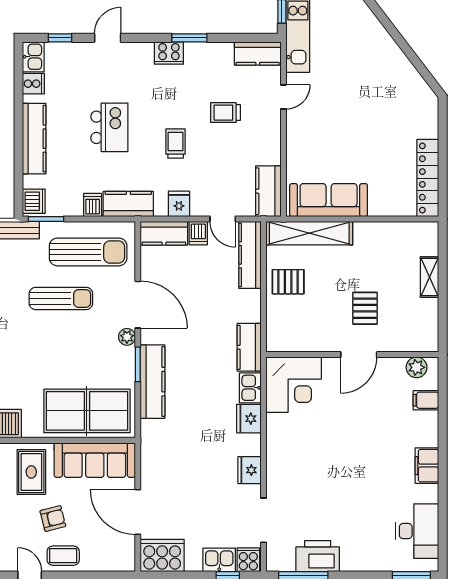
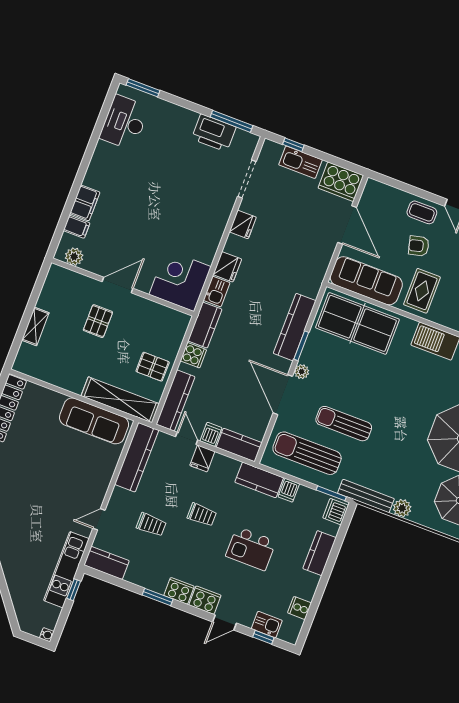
cooker: (138, 54) -> (205, 600), added
kitchen sink: (33, 57) -> (267, 625), moved, turned 90
kitchen island: (109, 127) -> (251, 549), turned -90
kitchen counter: (34, 139) -> (320, 553), width x0.67
trolley: (176, 144) -> (202, 515), turned -90
kitchen counter: (268, 191) -> (137, 457), width x1.50
fridge: (179, 204) -> (202, 458), moved
filing cabinet: (427, 466) -> (85, 203), moved
kitchen sink: (219, 560) -> (300, 162), width x1.38
cooker: (248, 560) -> (193, 355), moved, turned -90

